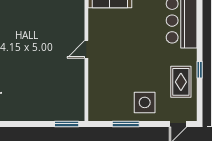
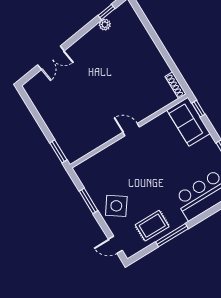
window: (200, 70) -> (172, 235), width x2.17
side table: (145, 102) -> (116, 206), turned 35

